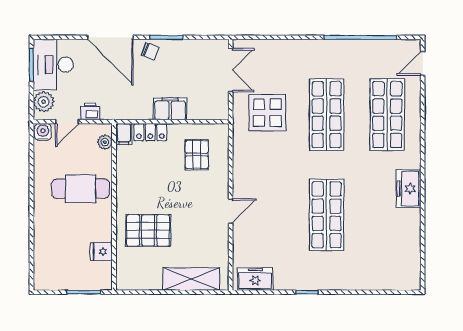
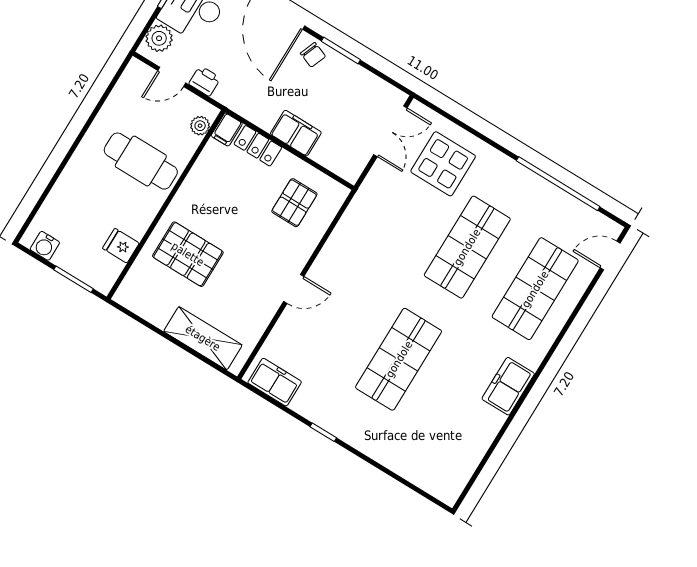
display table: (267, 113) -> (443, 164), moved
water cooler: (43, 132) -> (45, 246), moved, turned 180

